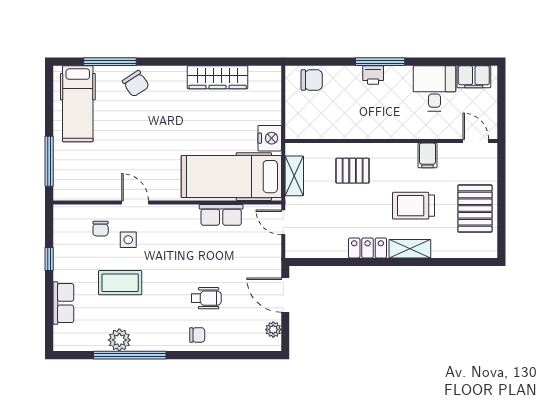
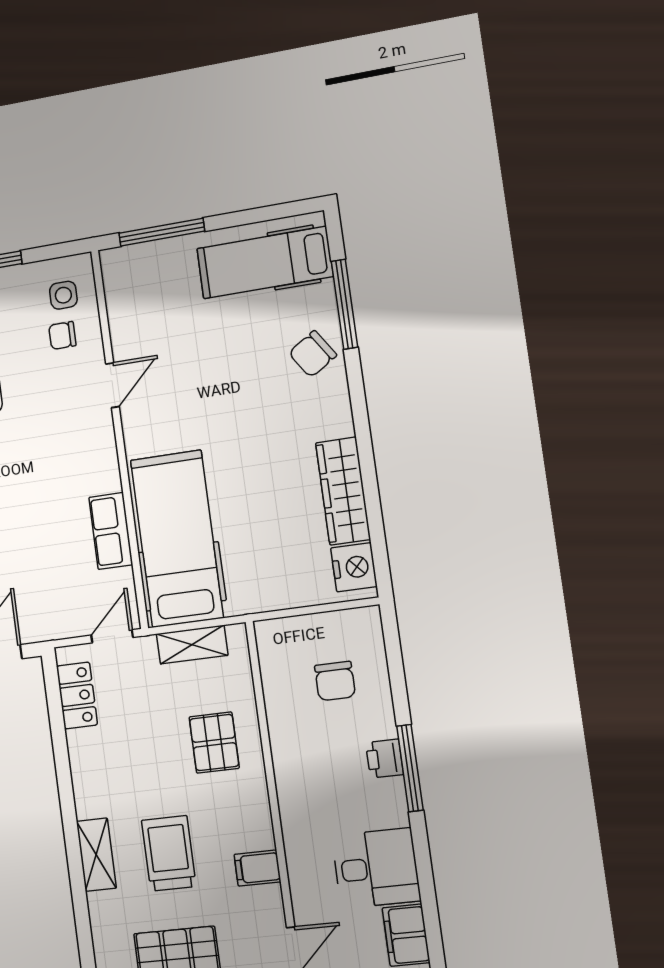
chair: (312, 80) -> (335, 681), moved
nightstand: (270, 138) -> (354, 567), moved, turned -90
side table: (128, 240) -> (63, 295), moved
locker: (368, 248) -> (77, 695), moved

